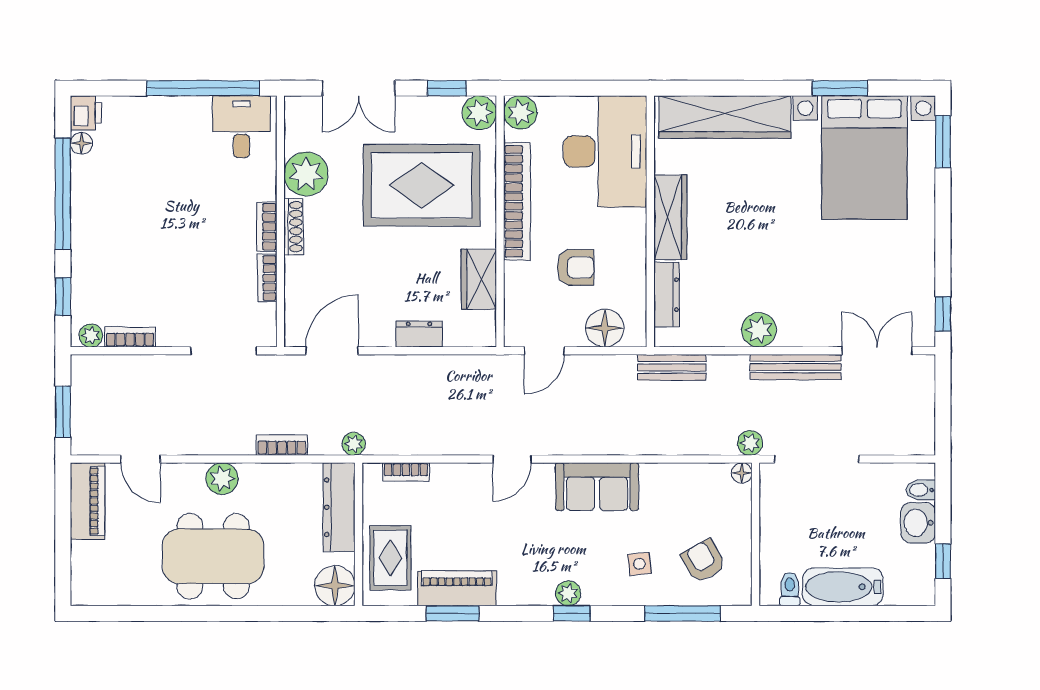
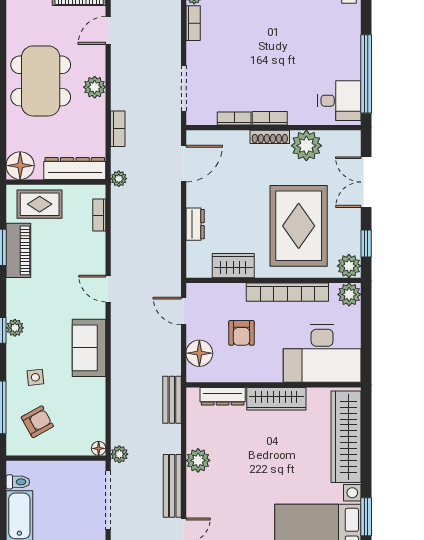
door: (332, 351) -> (184, 164), hinge flipped

